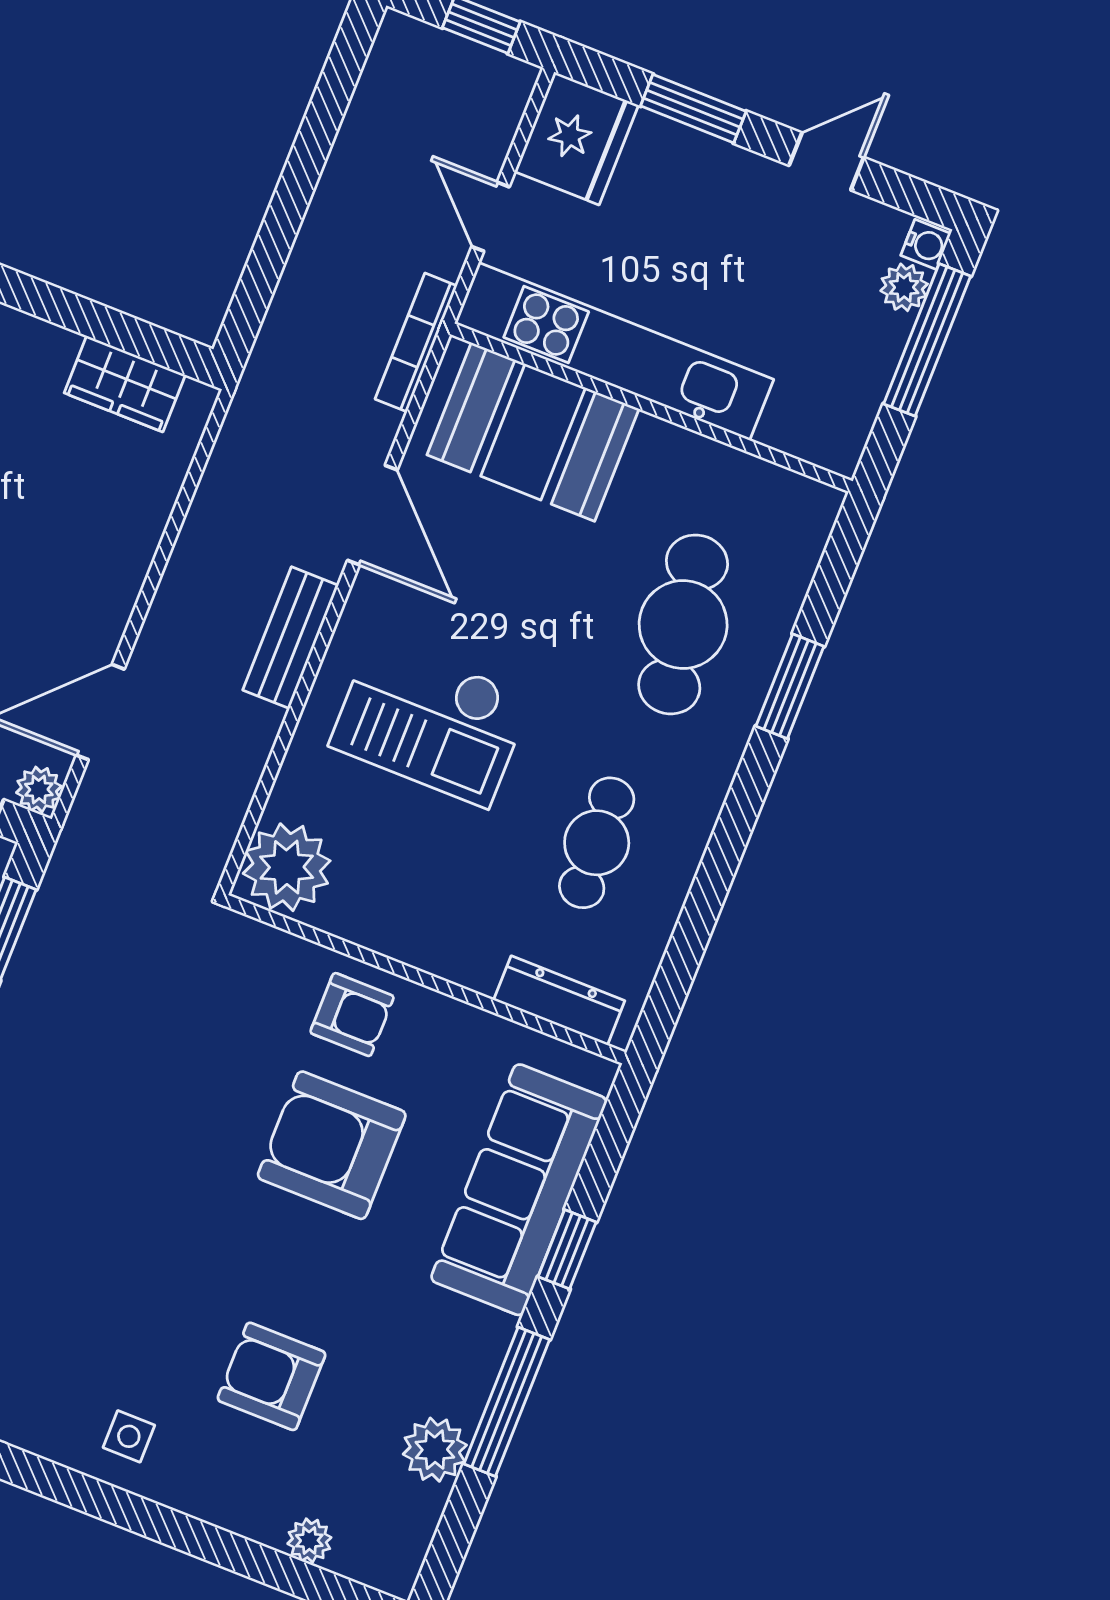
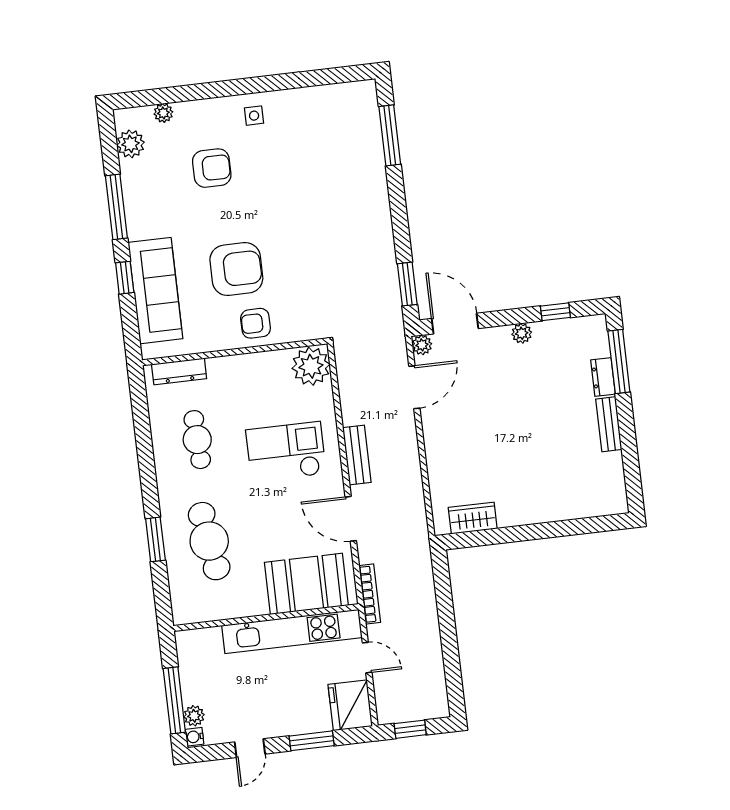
plant: (435, 1450) -> (131, 144), moved

